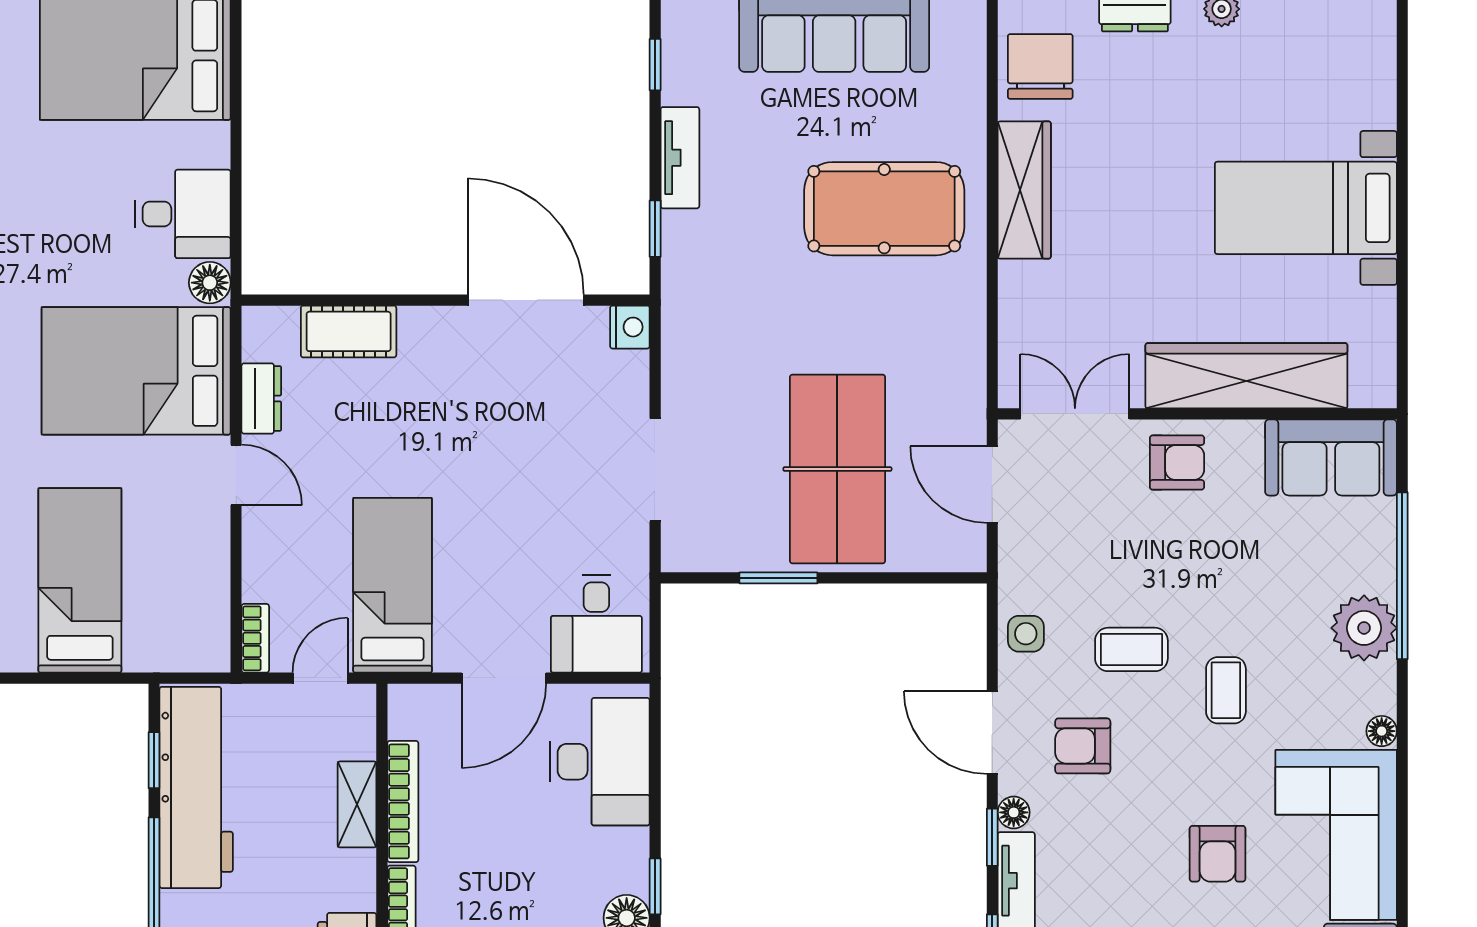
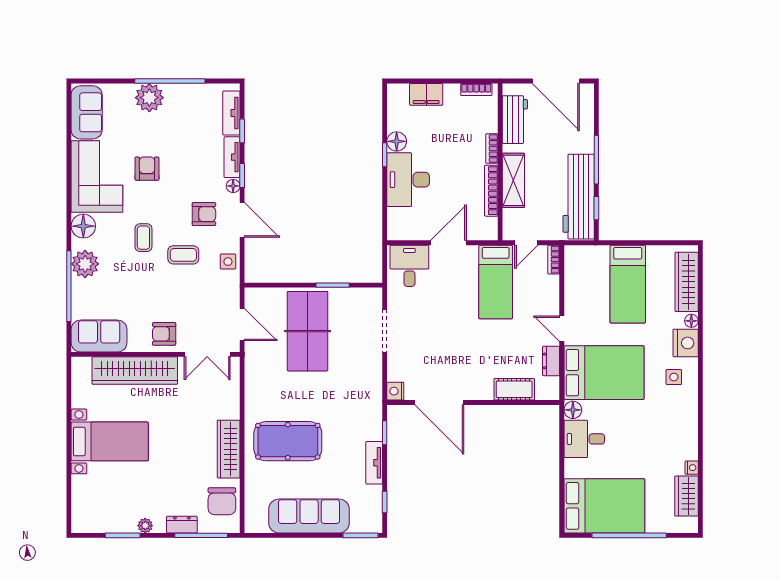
floor lamp: (1382, 731) -> (83, 226), width x1.89, depth x1.89
desk: (600, 762) -> (408, 180), moved
shelving: (357, 804) -> (513, 180), width x1.50, depth x1.33

